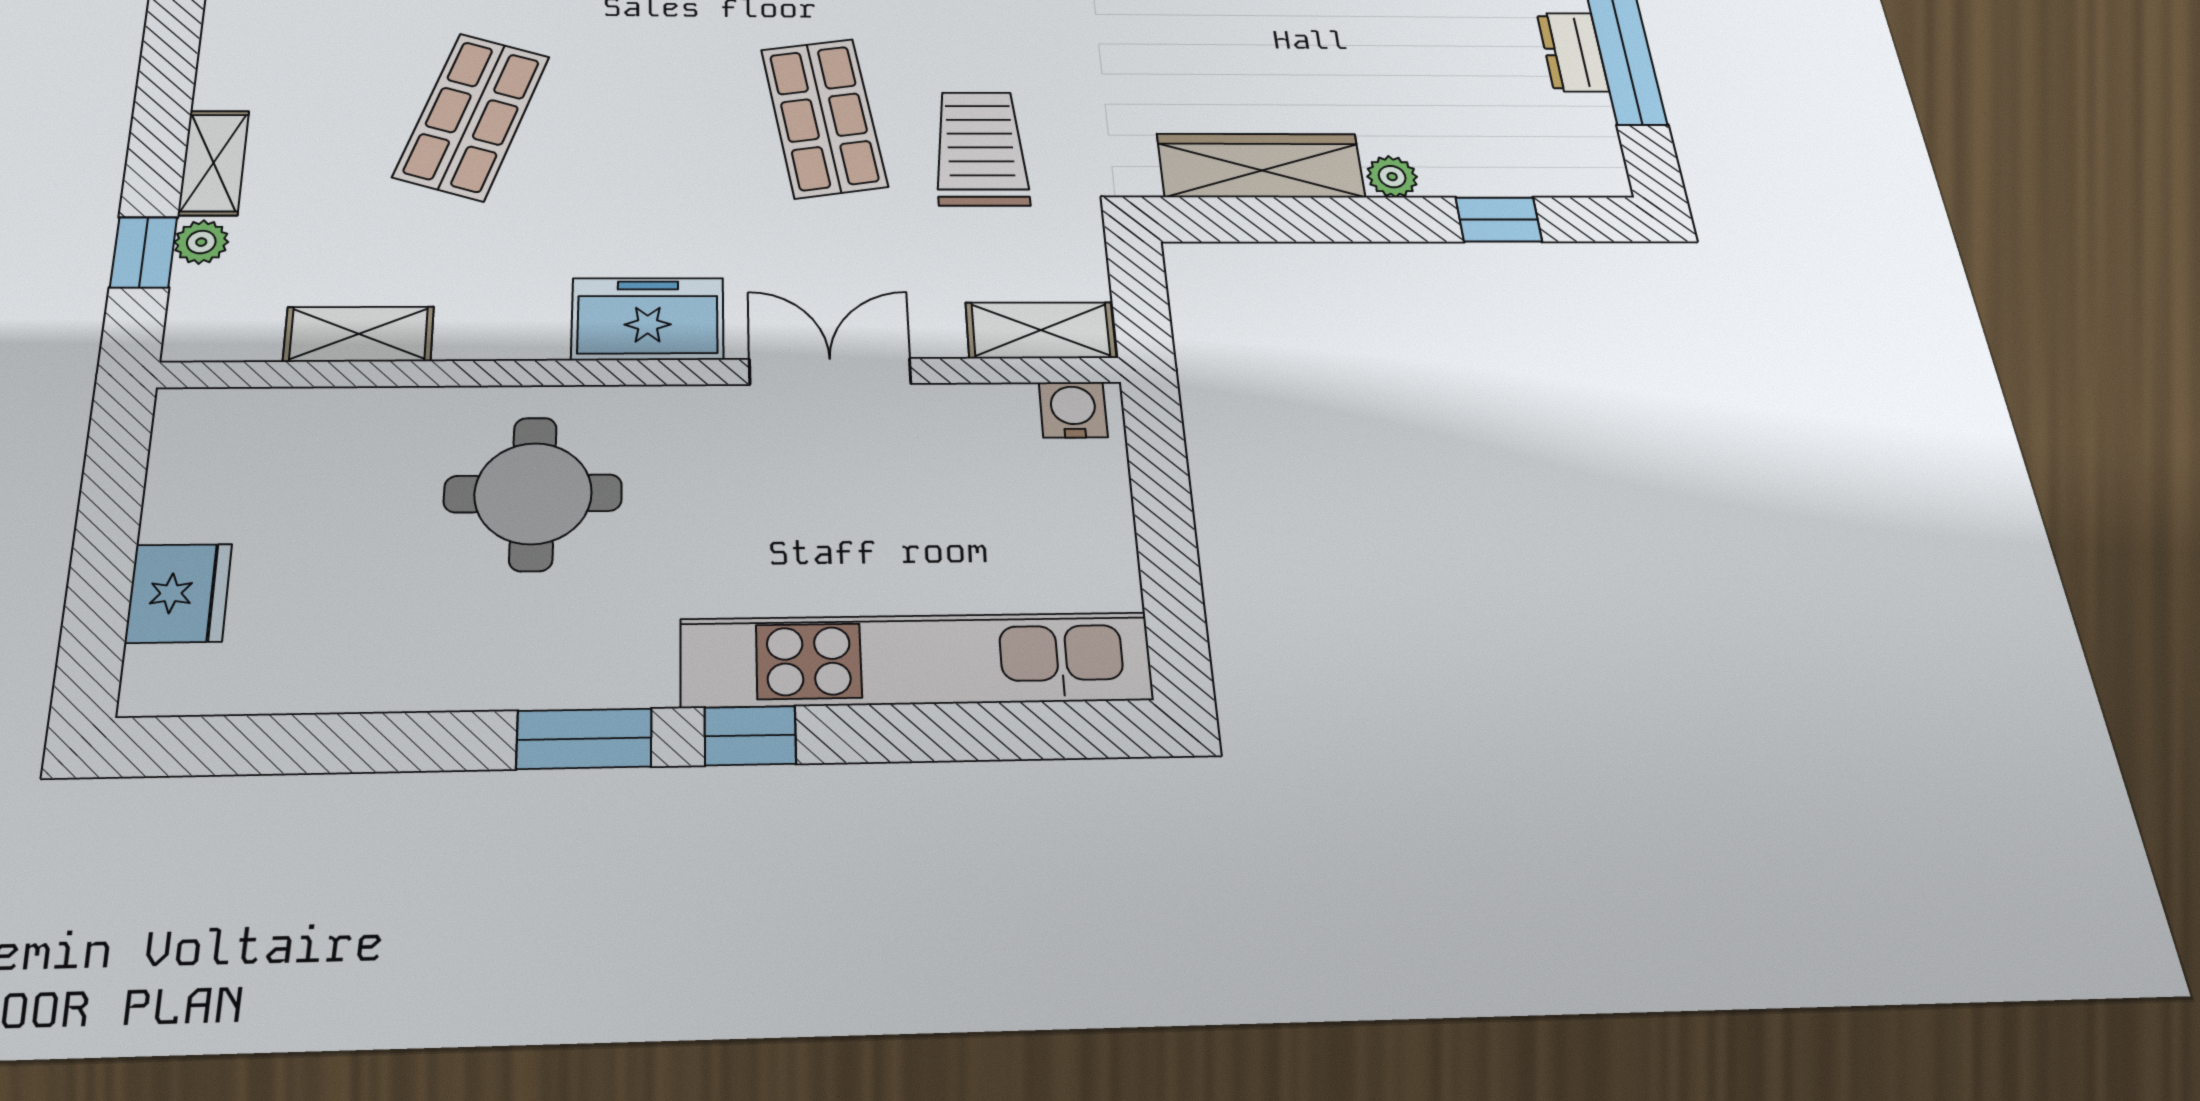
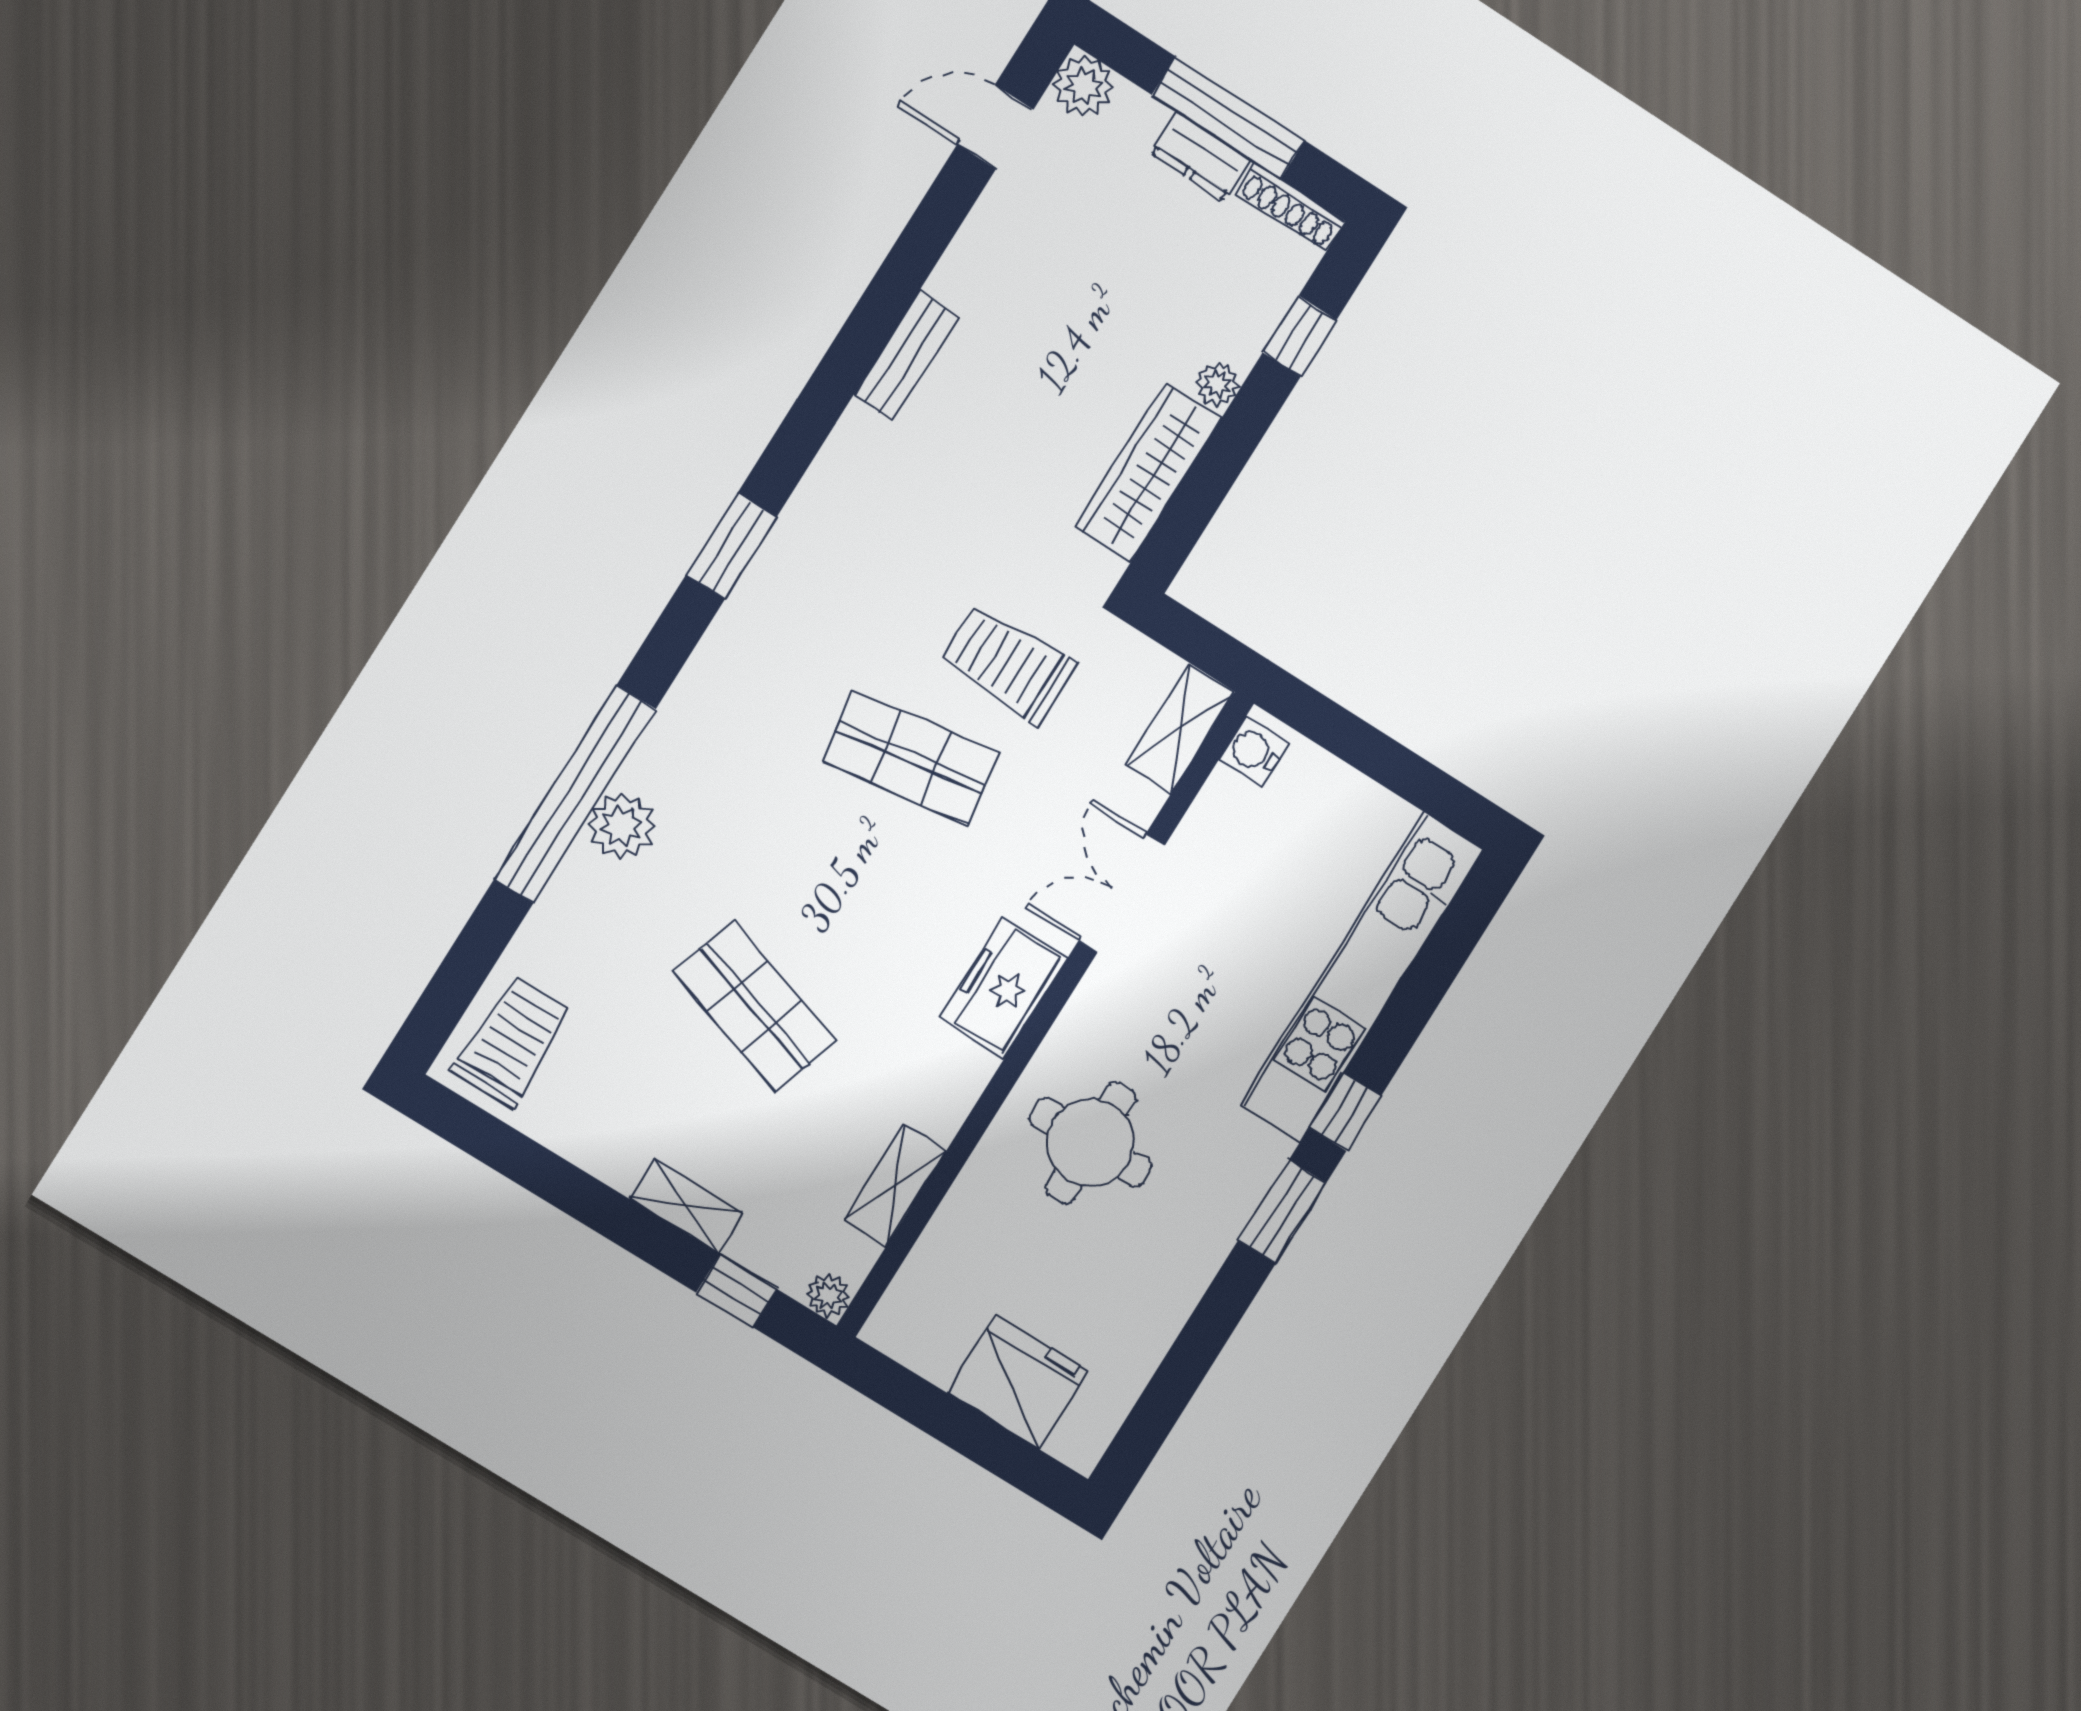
shoe rack: (1601, 146) -> (1290, 207), added
plant: (201, 242) -> (828, 1295), moved
fridge: (179, 593) -> (1017, 1382), width x1.36, depth x1.34

